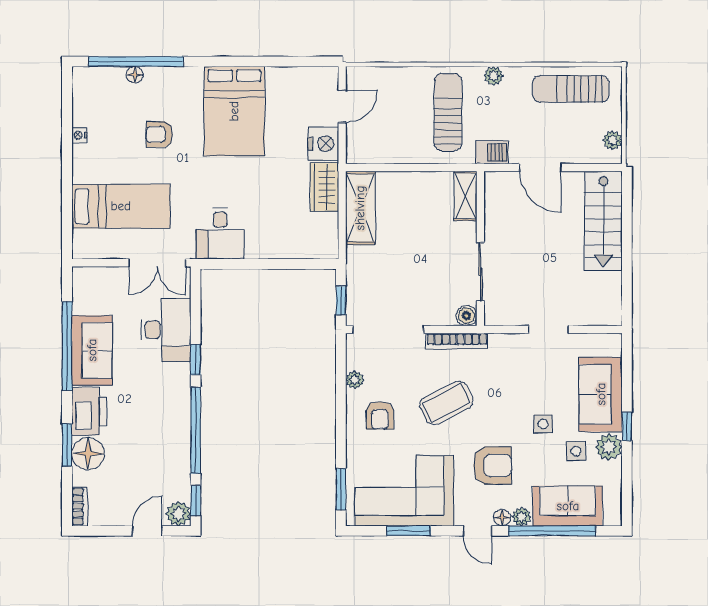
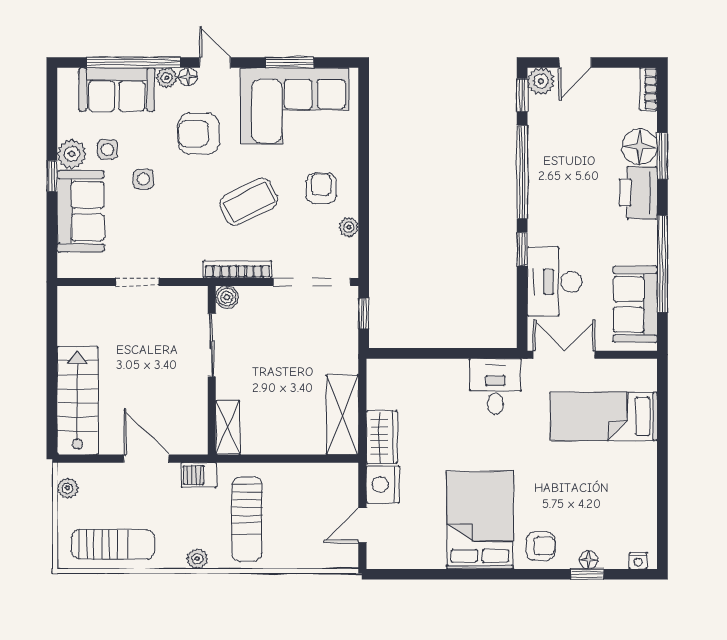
window: (136, 61) -> (587, 574), width x0.32
armchair: (159, 134) -> (541, 546), moved
nightstand: (79, 135) -> (638, 561), moved, turned 90
sofa: (92, 350) -> (635, 304), moved
window: (341, 489) -> (364, 108), removed

